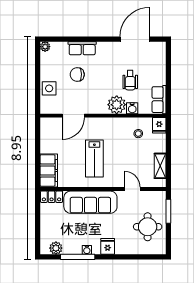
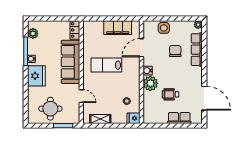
row of seats: (82, 48) -> (197, 50), width x1.48
row of seats: (159, 100) -> (179, 118), moved
water cooler: (132, 108) -> (148, 71), moved
door: (73, 116) -> (141, 48), hinge flipped
filing cabinet: (49, 170) -> (118, 28), moved
door: (132, 189) -> (81, 96), hinge flipped
fridge: (108, 246) -> (36, 76), width x1.88, depth x1.34

